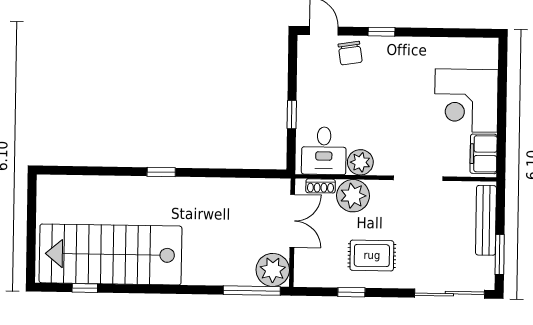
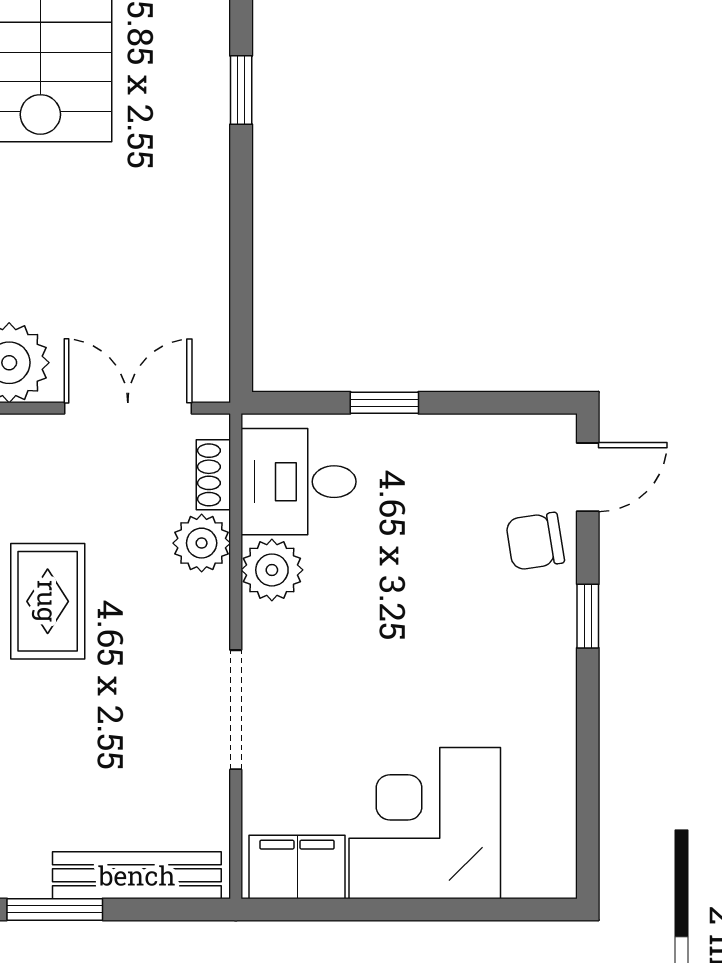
plant: (353, 196) -> (202, 543), width x0.73, depth x0.73
double door: (292, 221) -> (128, 408), swing flipped

